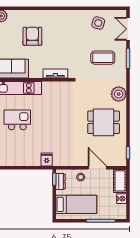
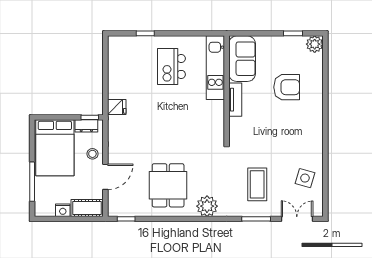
tv unit: (55, 74) -> (235, 100), moved
kitchen island: (17, 120) -> (171, 66), turned 180
bed: (76, 204) -> (55, 148), width x1.50

